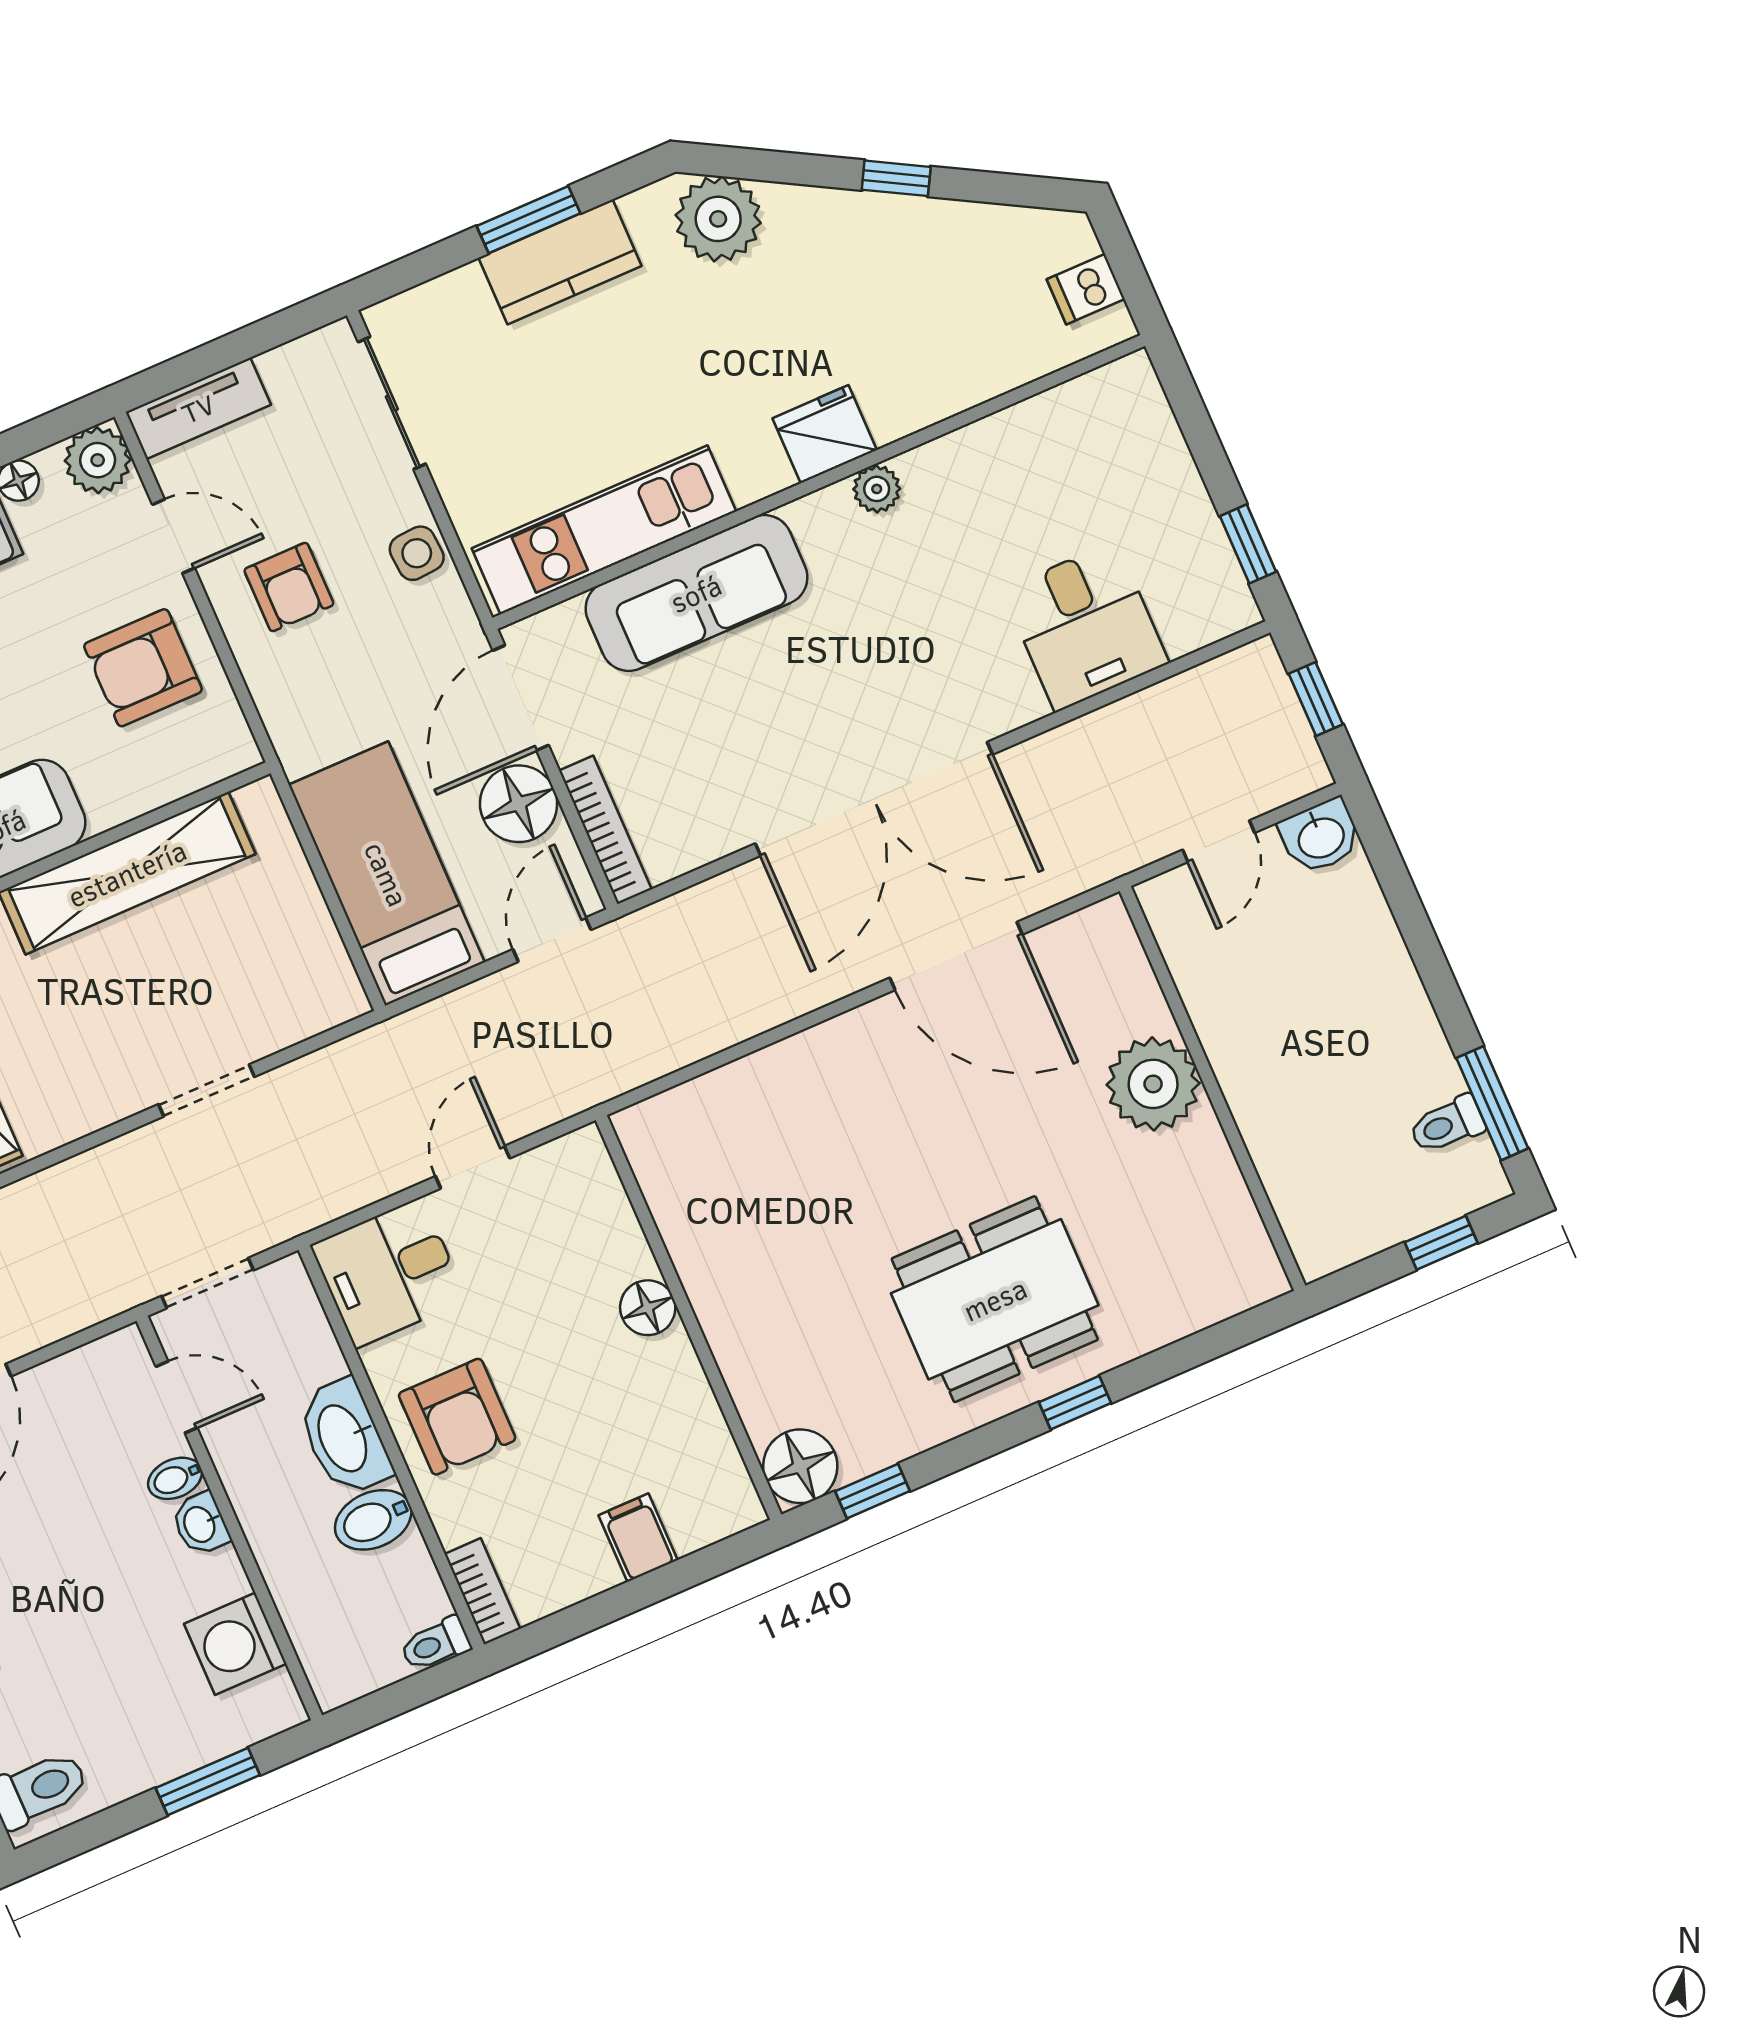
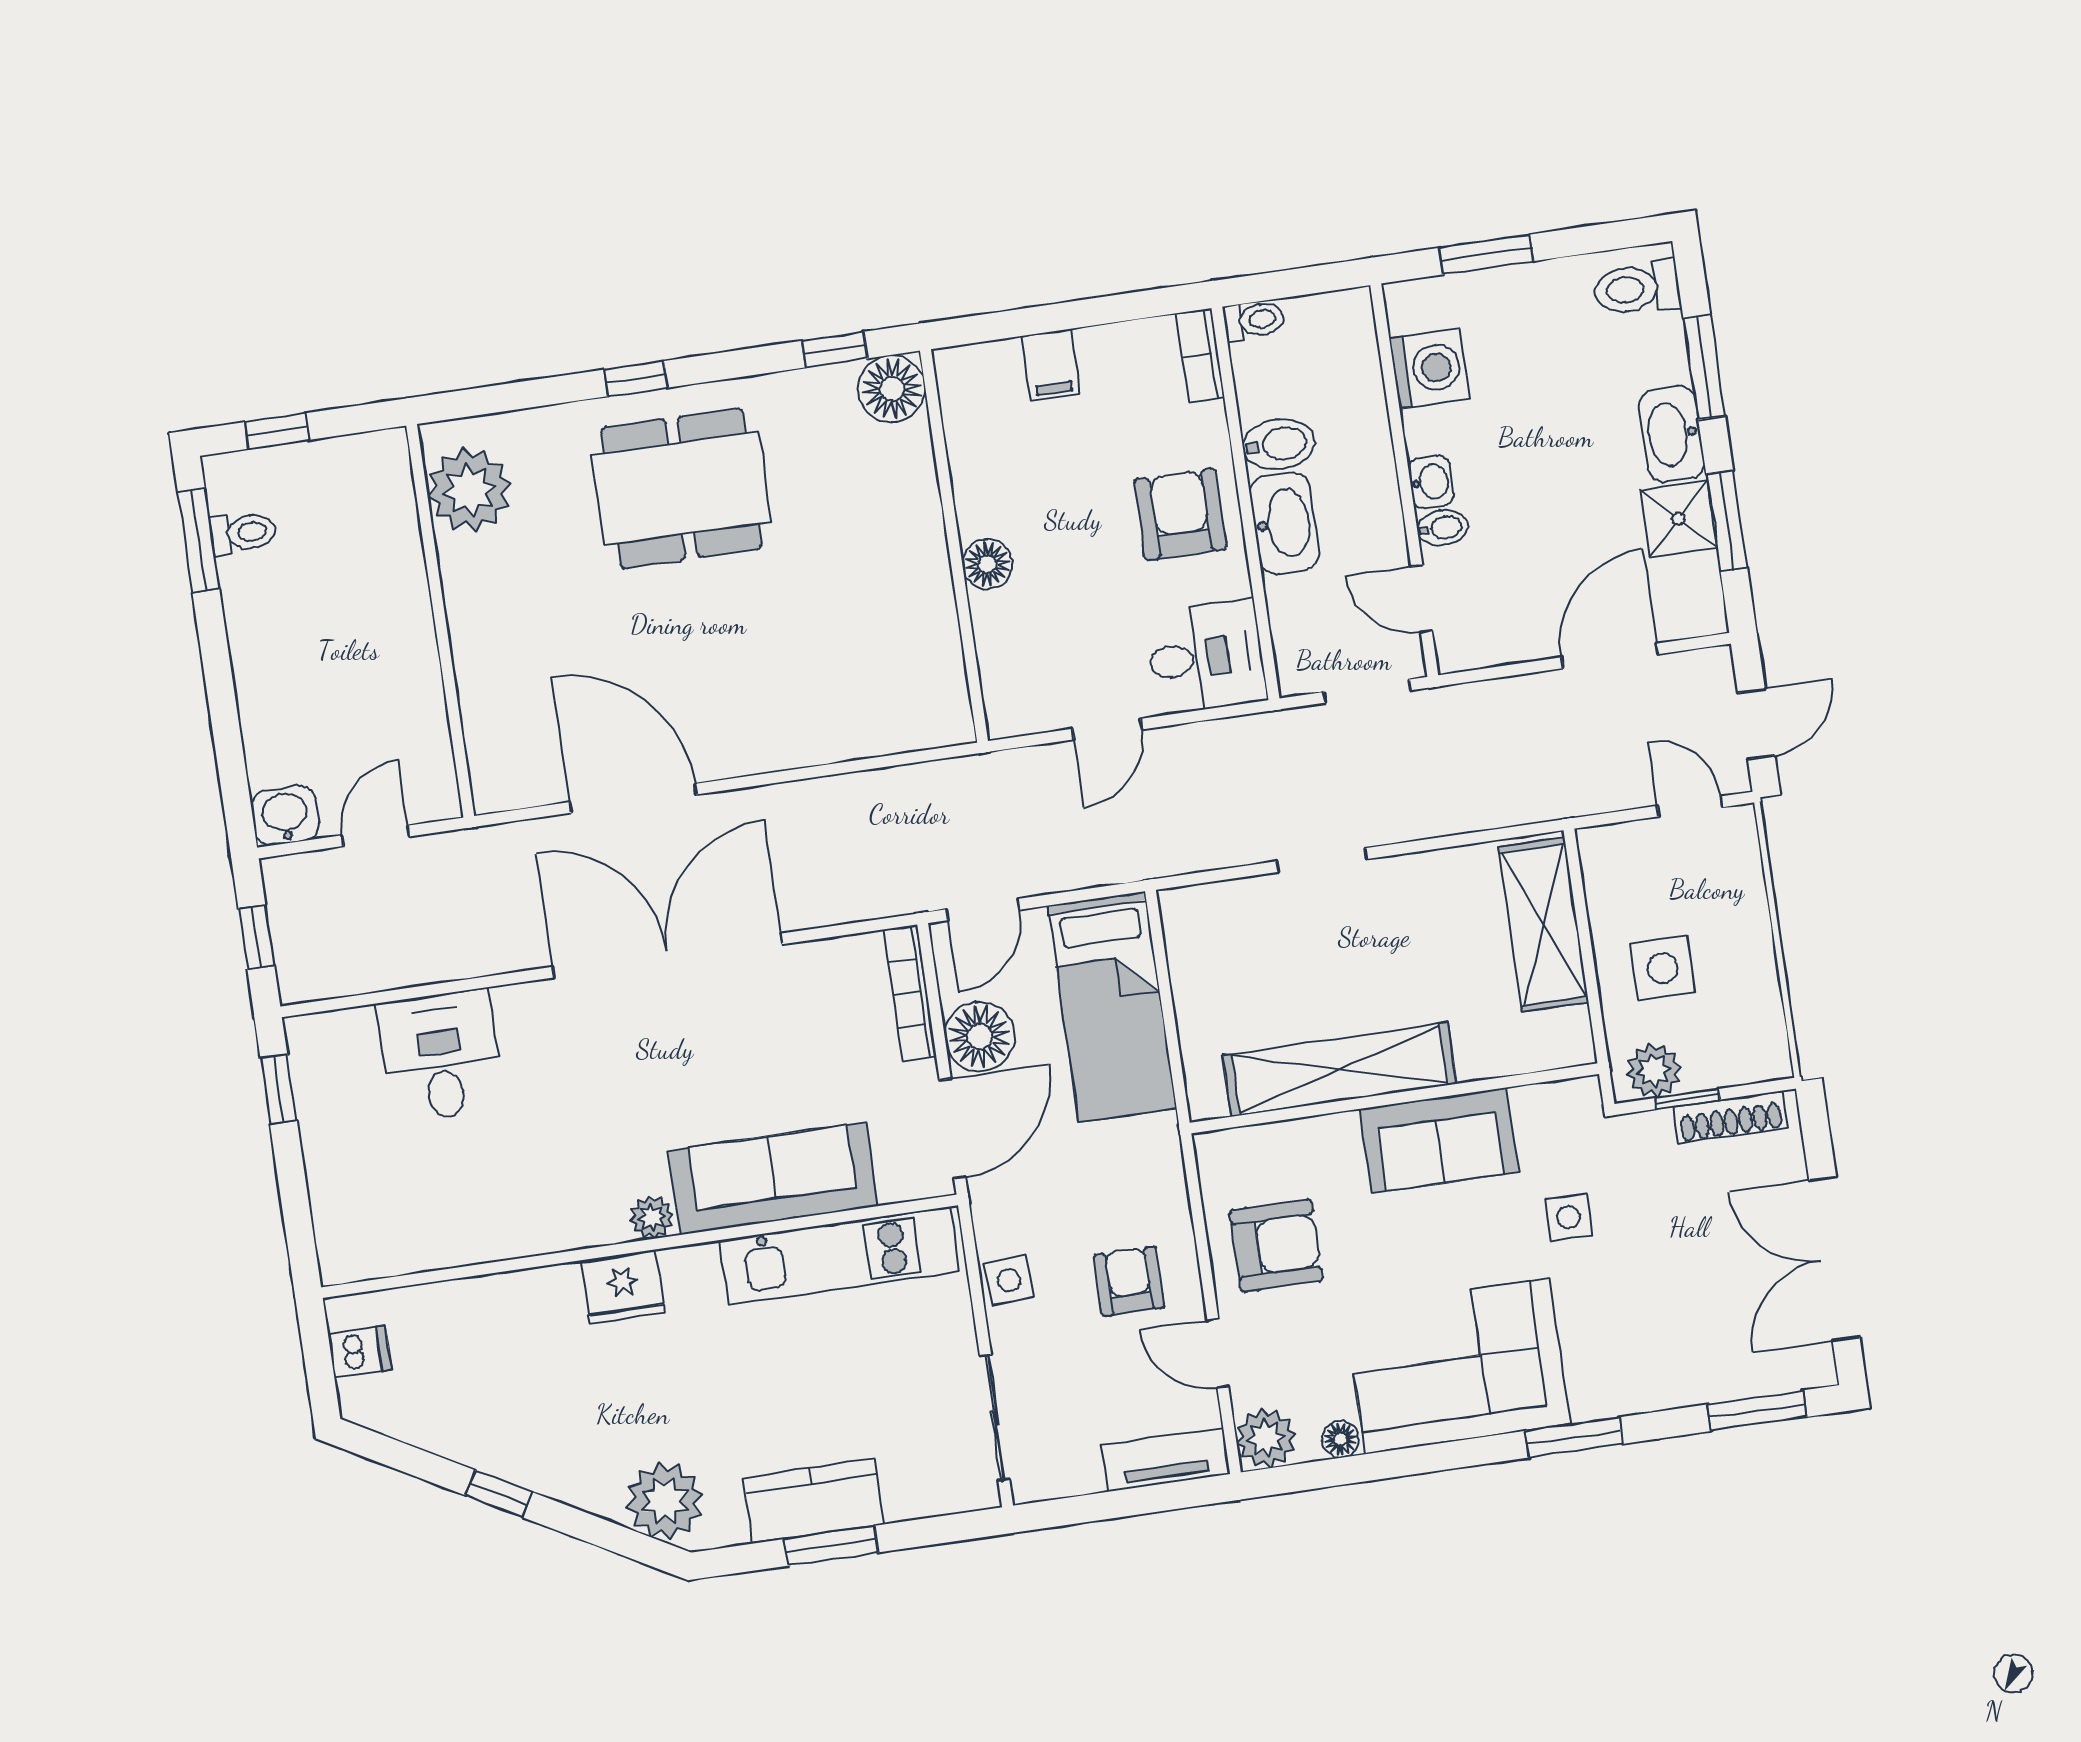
plant: (877, 489) -> (652, 1217), moved
plant: (1153, 1084) -> (469, 490), moved

